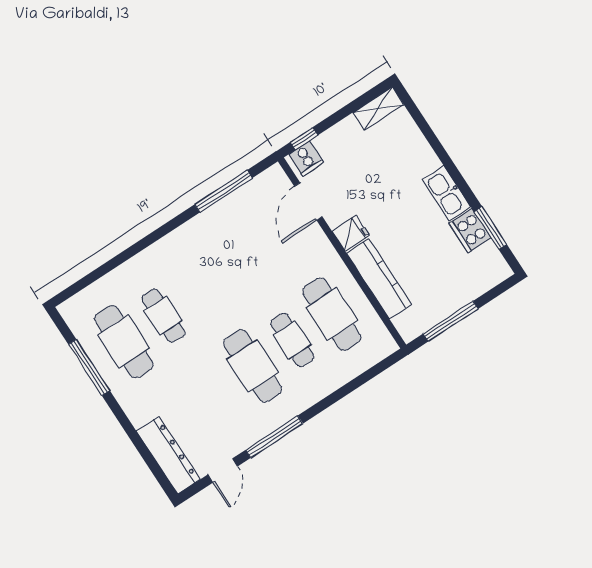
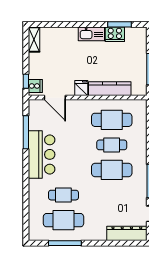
bar counter: (205, 239) -> (42, 154), added

